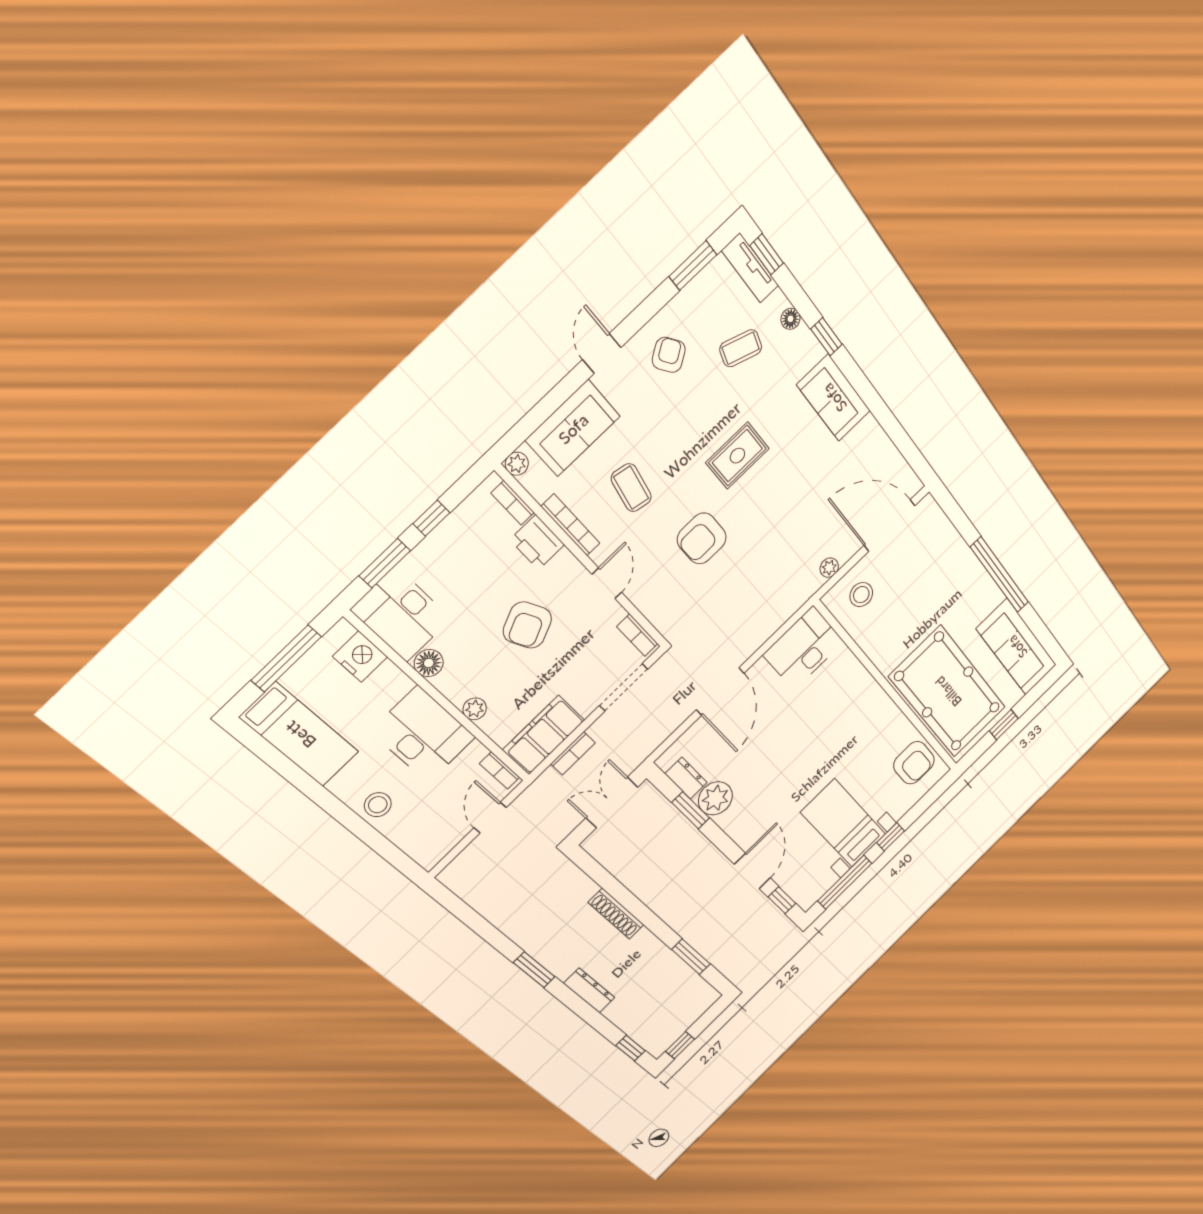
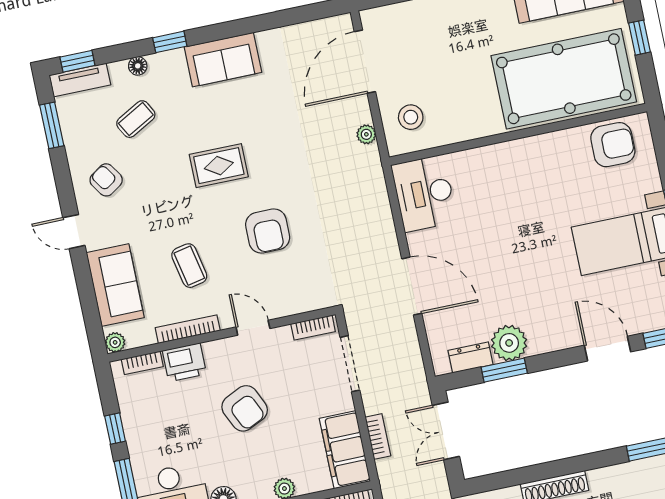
coffee table: (741, 348) -> (136, 119), turned 43
rug: (737, 456) -> (219, 166), turned 90
coffee table: (631, 488) -> (189, 266), turned 67

